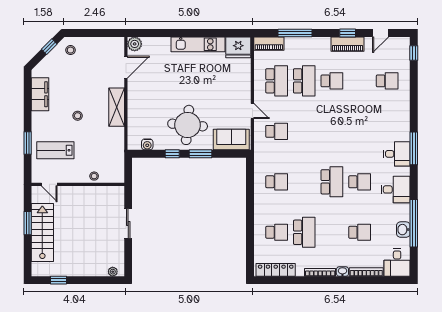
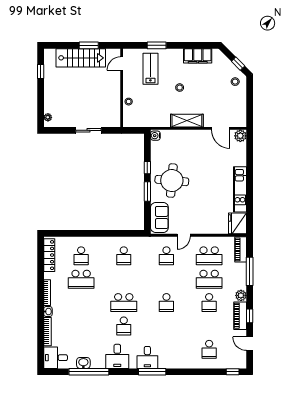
plant: (323, 43) -> (241, 295), added
water cooler: (147, 144) -> (155, 136), moved
school desk: (360, 232) -> (166, 303), moved

